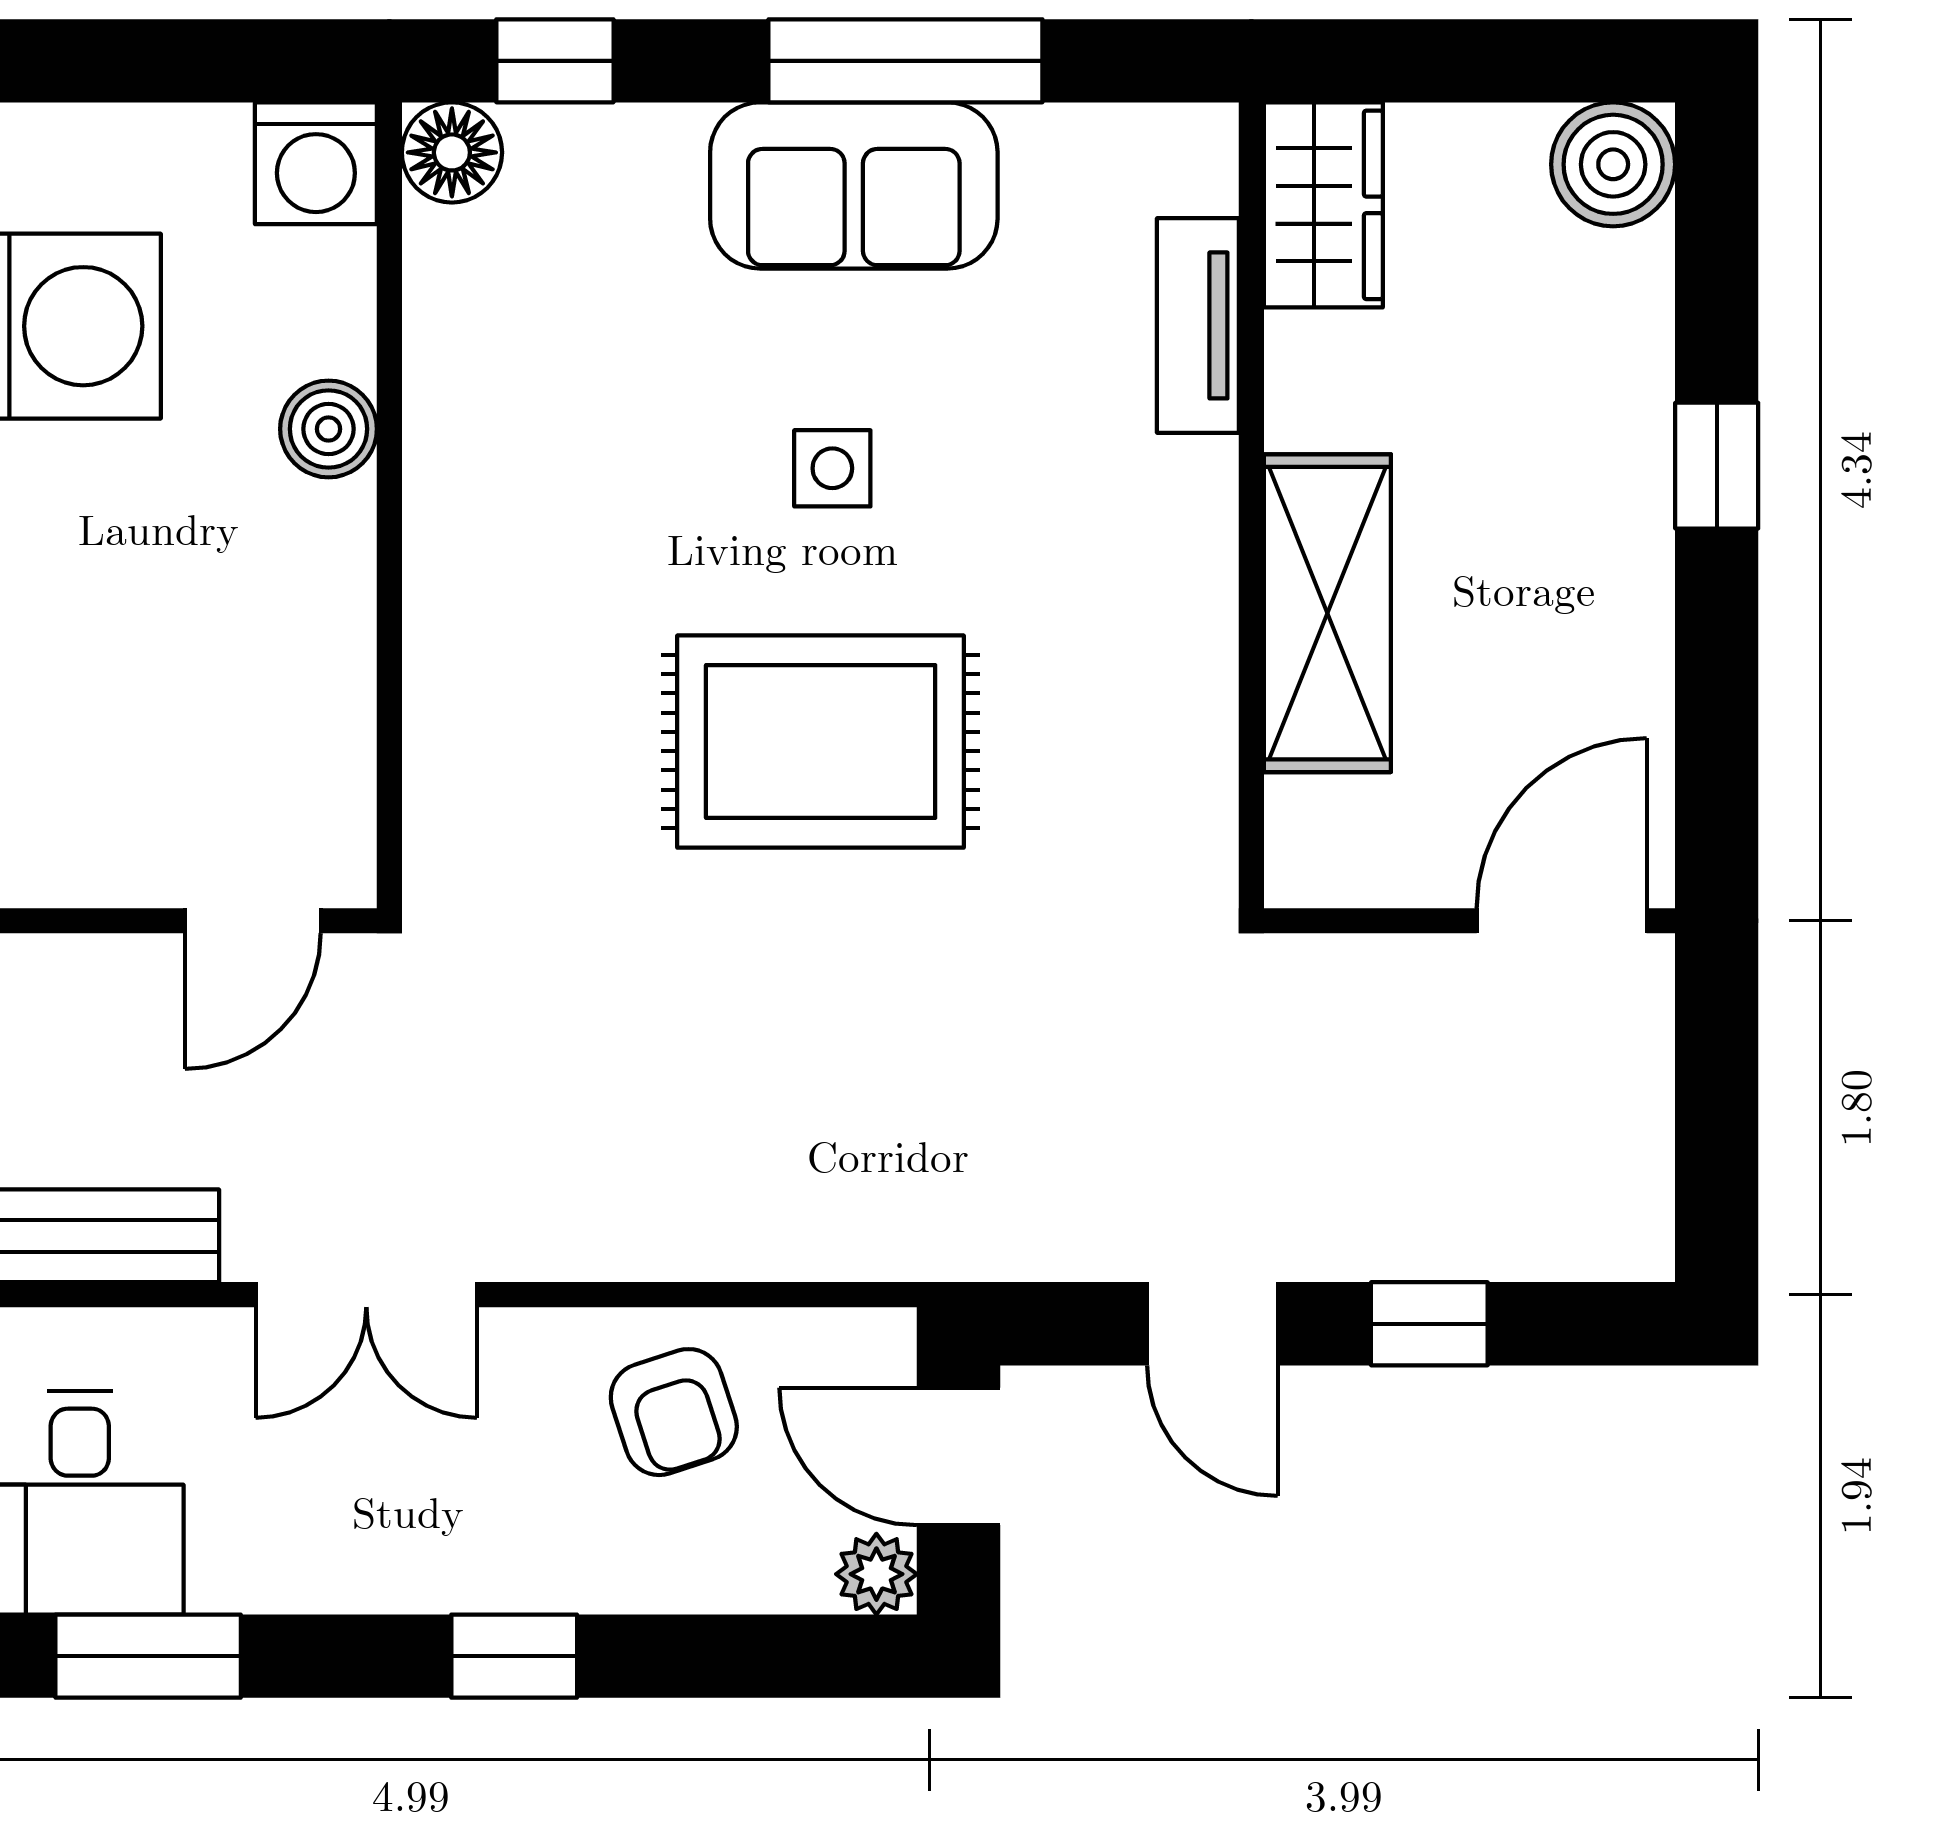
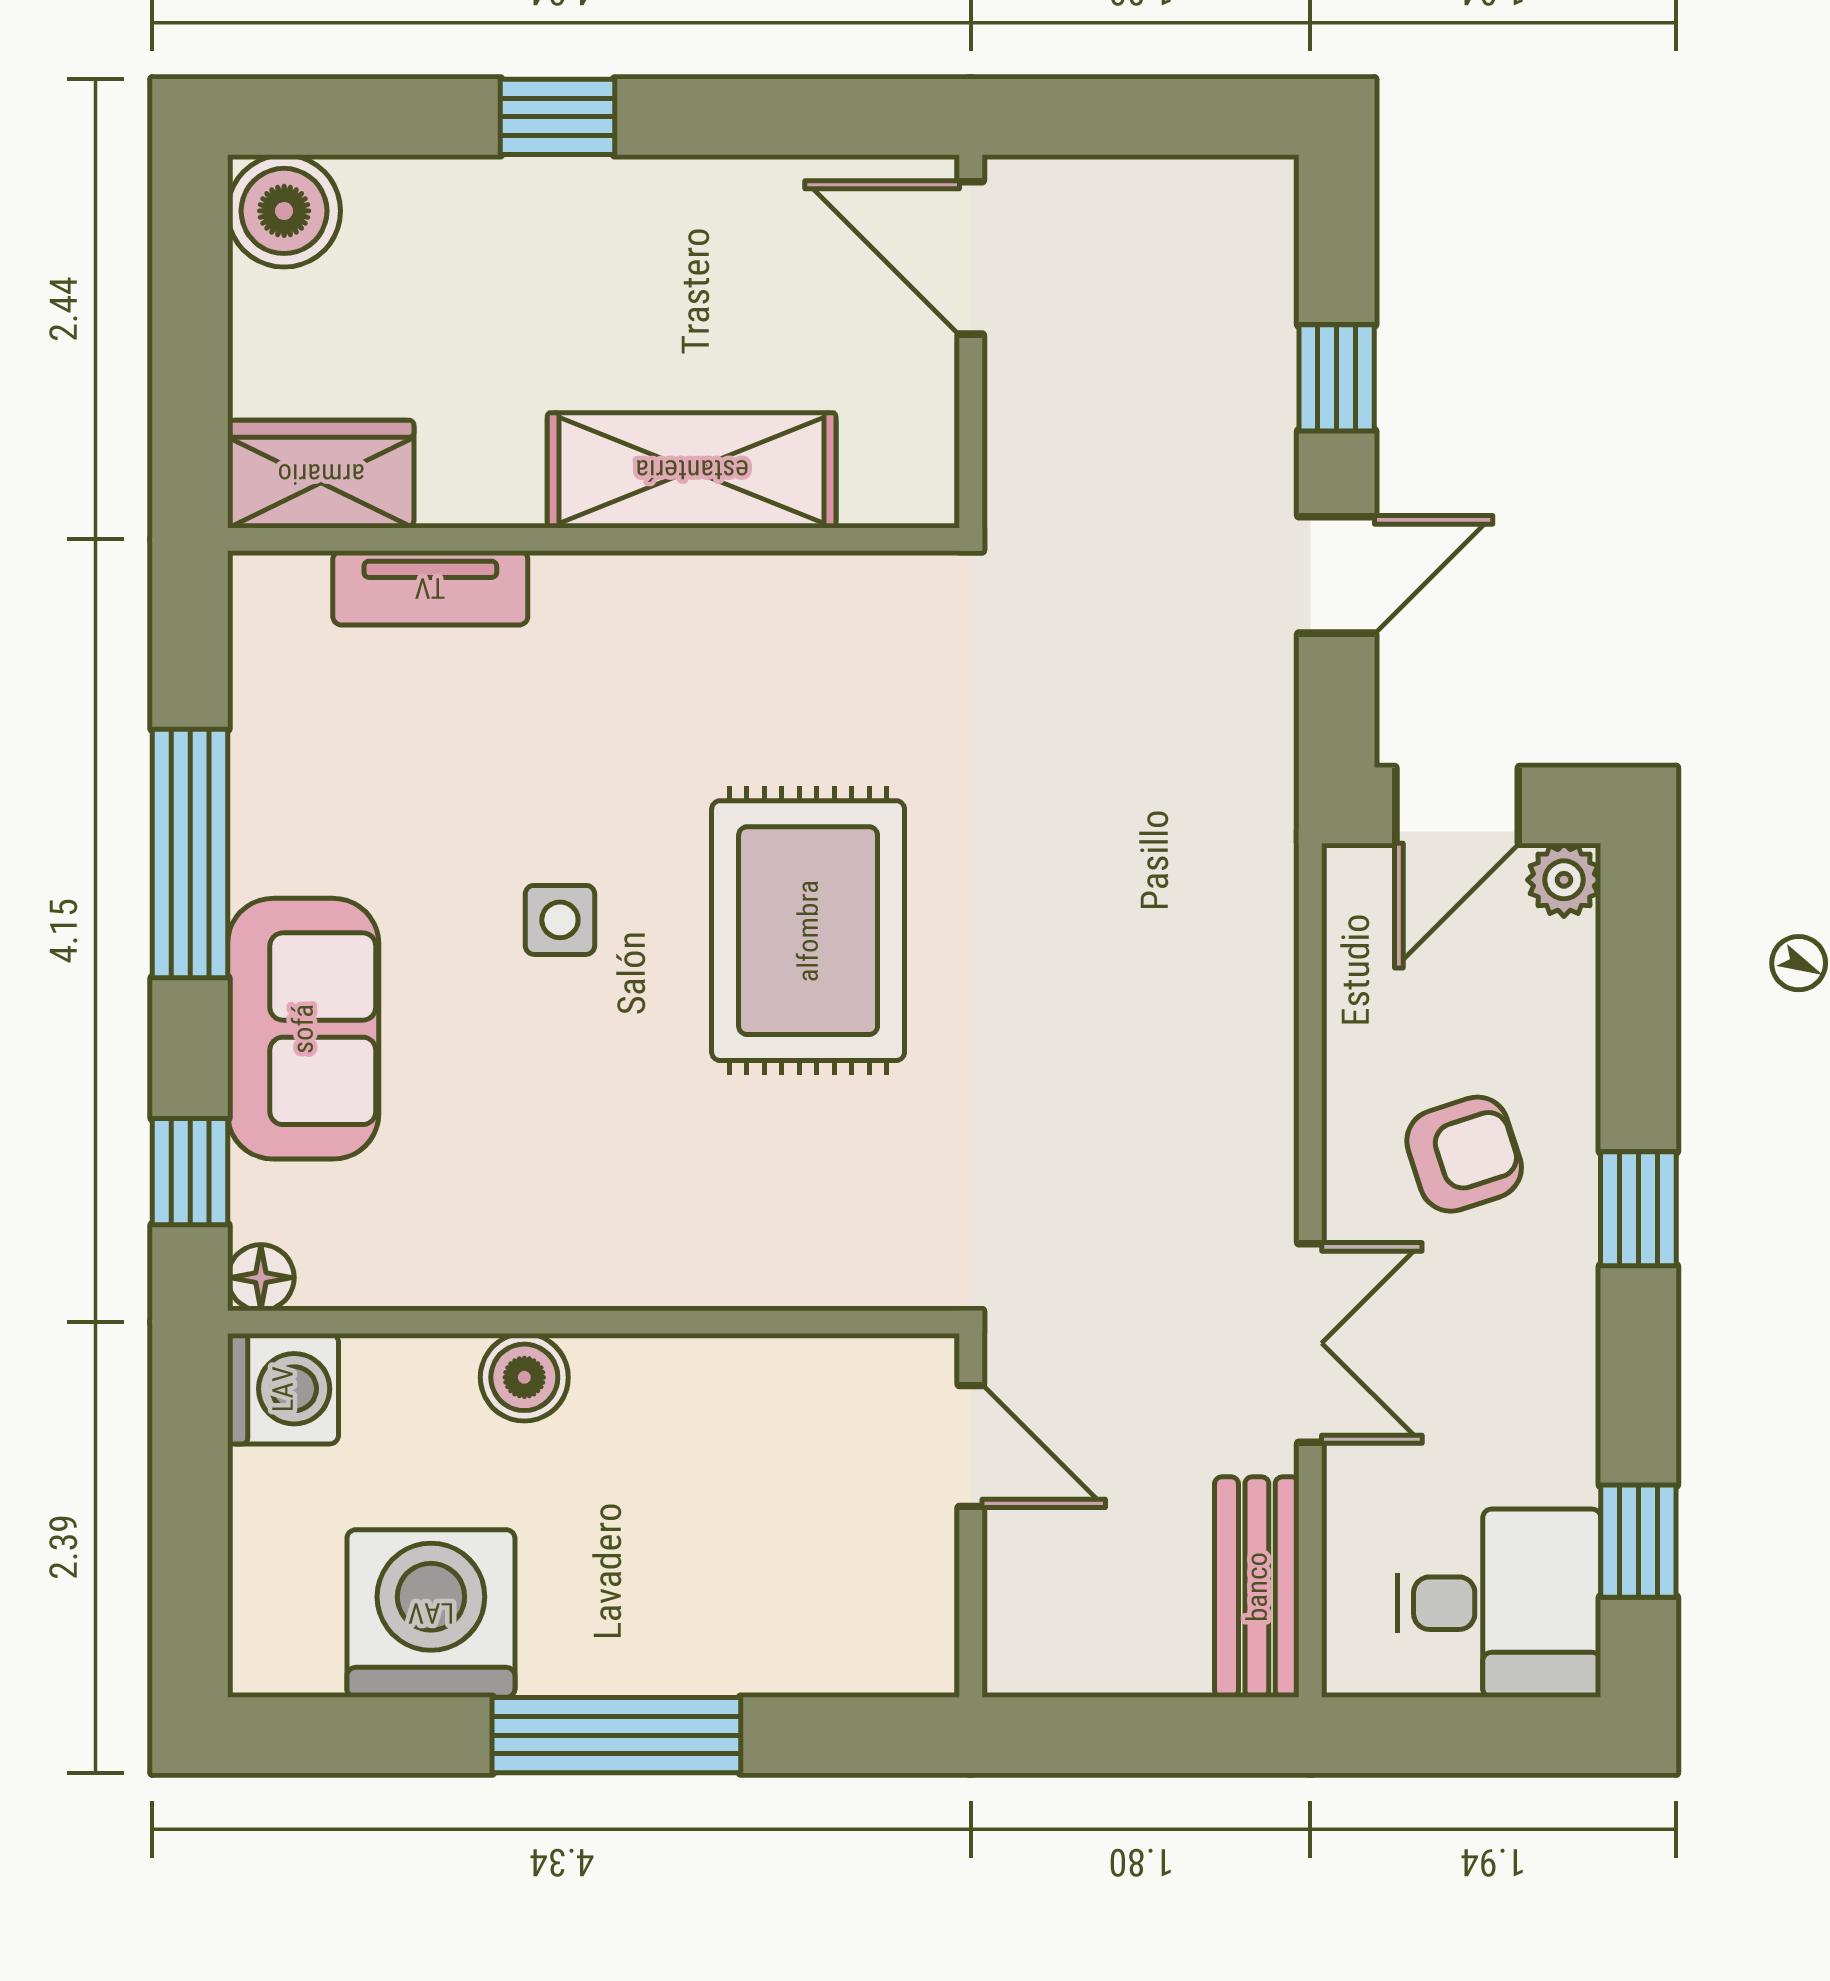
floor lamp: (452, 152) -> (261, 1278), width x0.73, depth x0.73
sofa: (854, 185) -> (303, 1029), moved
armchair: (674, 1412) -> (1464, 1154), moved
window: (148, 1656) -> (1638, 1541), width x0.67

